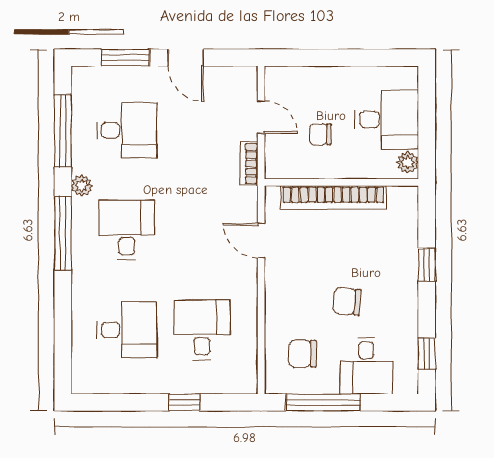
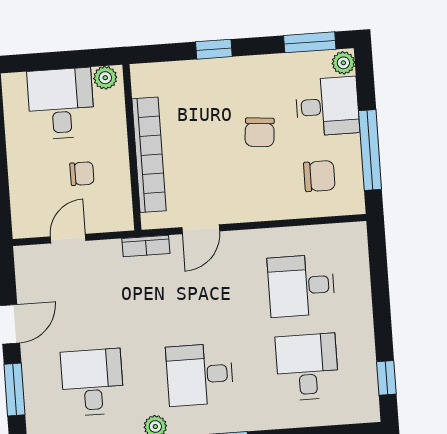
chair: (320, 134) -> (82, 174), turned -90
bookcase: (249, 164) -> (146, 246), moved
chair: (302, 354) -> (319, 176), turned -90
window: (427, 354) -> (310, 42), width x1.50
plant: (406, 384) -> (343, 63), added
window: (184, 402) -> (386, 378), moved

